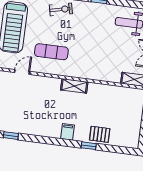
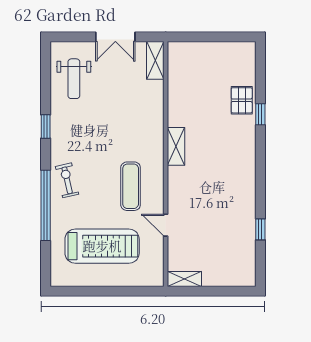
filing cabinet: (67, 132) -> (244, 148), removed

